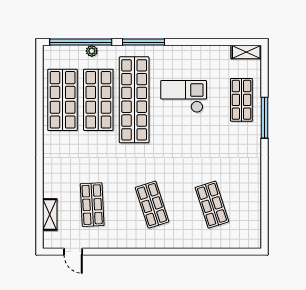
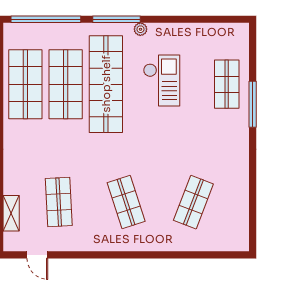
plant: (92, 51) -> (140, 29), moved
shelving: (246, 52) -> (232, 30), removed
checkout: (184, 96) -> (162, 80), turned 90
shop shelf: (212, 205) -> (193, 202), turned 39

